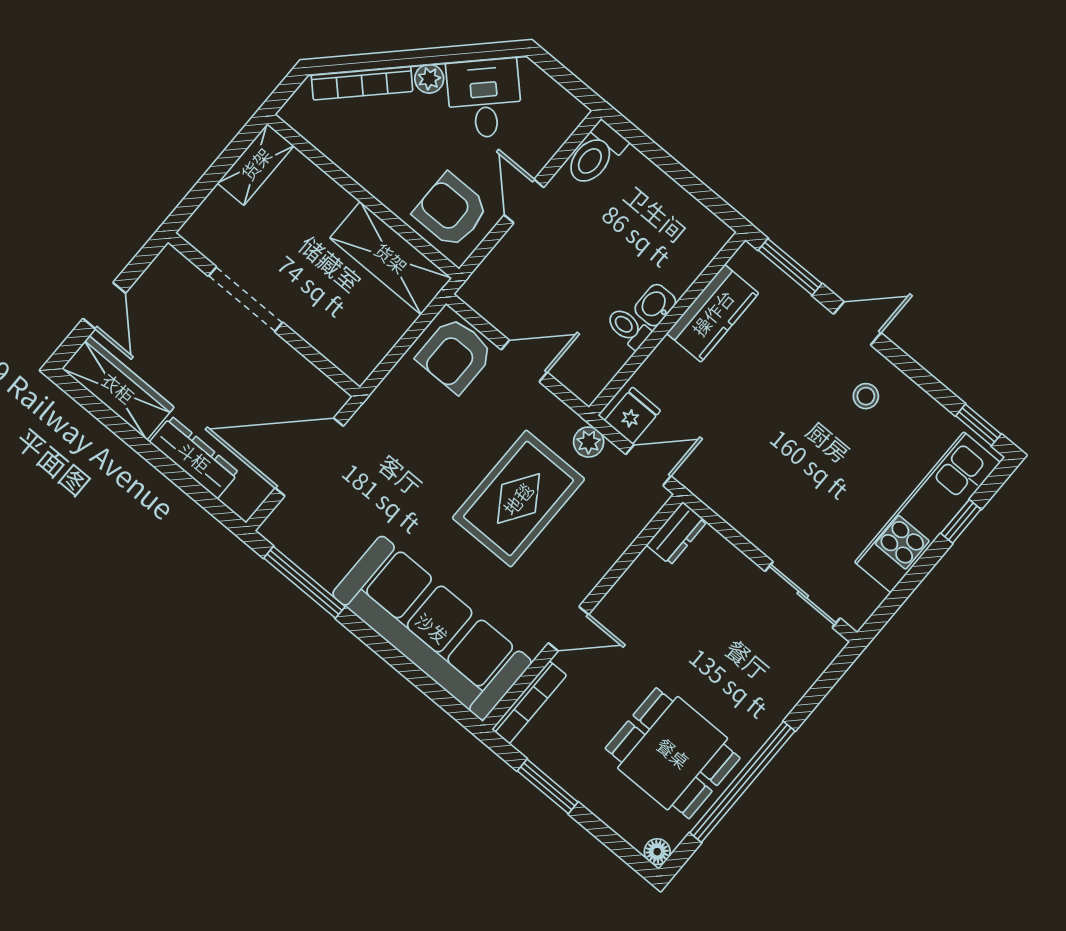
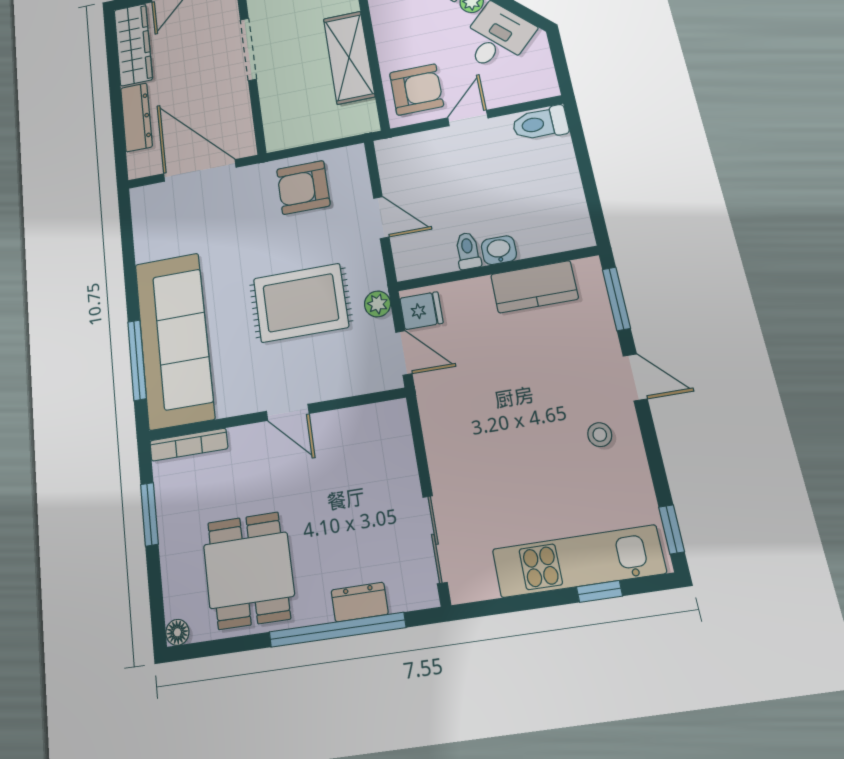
armchair: (451, 211) -> (416, 89), turned 90
shelving: (391, 258) -> (349, 57), moved
armchair: (455, 355) -> (303, 187), moved
dresser: (677, 533) -> (360, 602), moved, turned 180
window: (304, 582) -> (137, 360), moved
door: (568, 629) -> (288, 412), moved
window: (742, 782) -> (337, 630), moved

